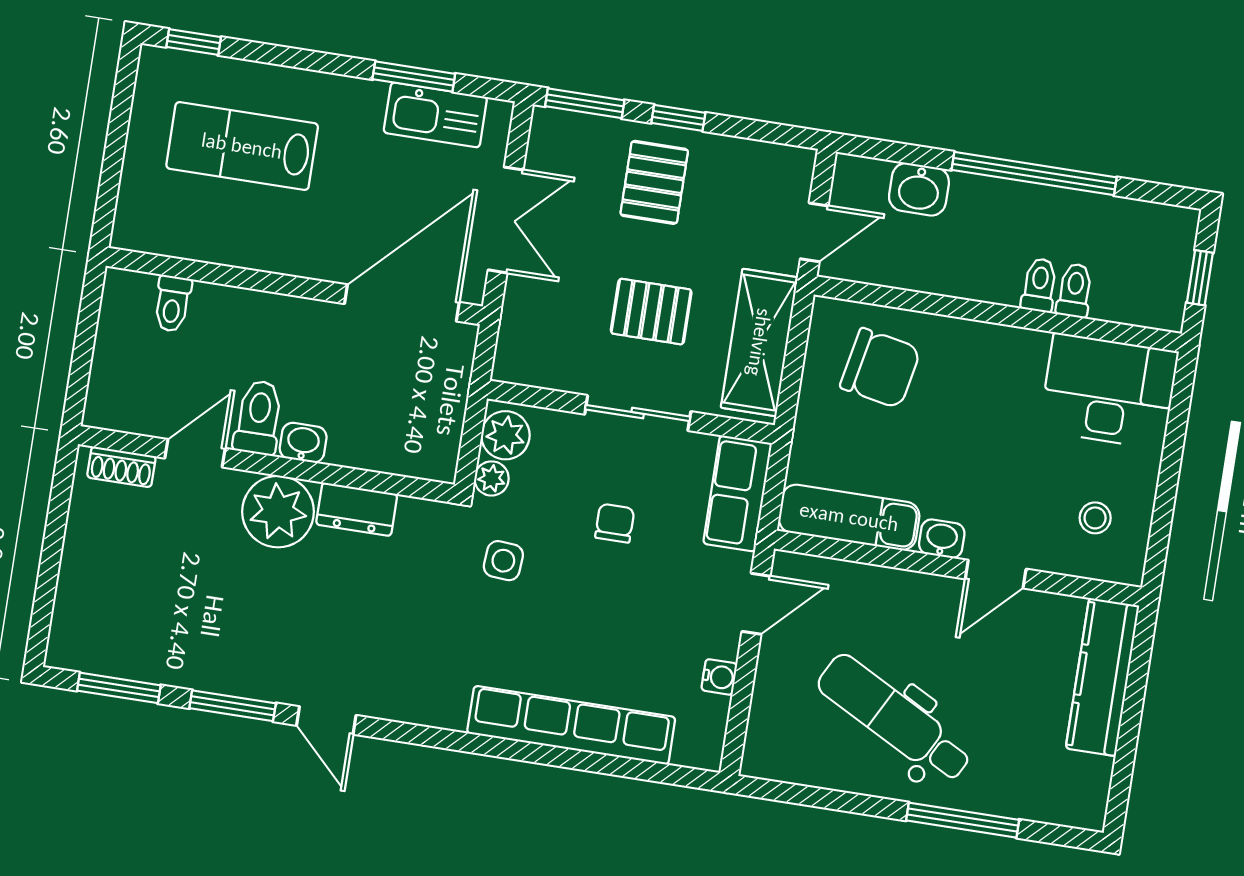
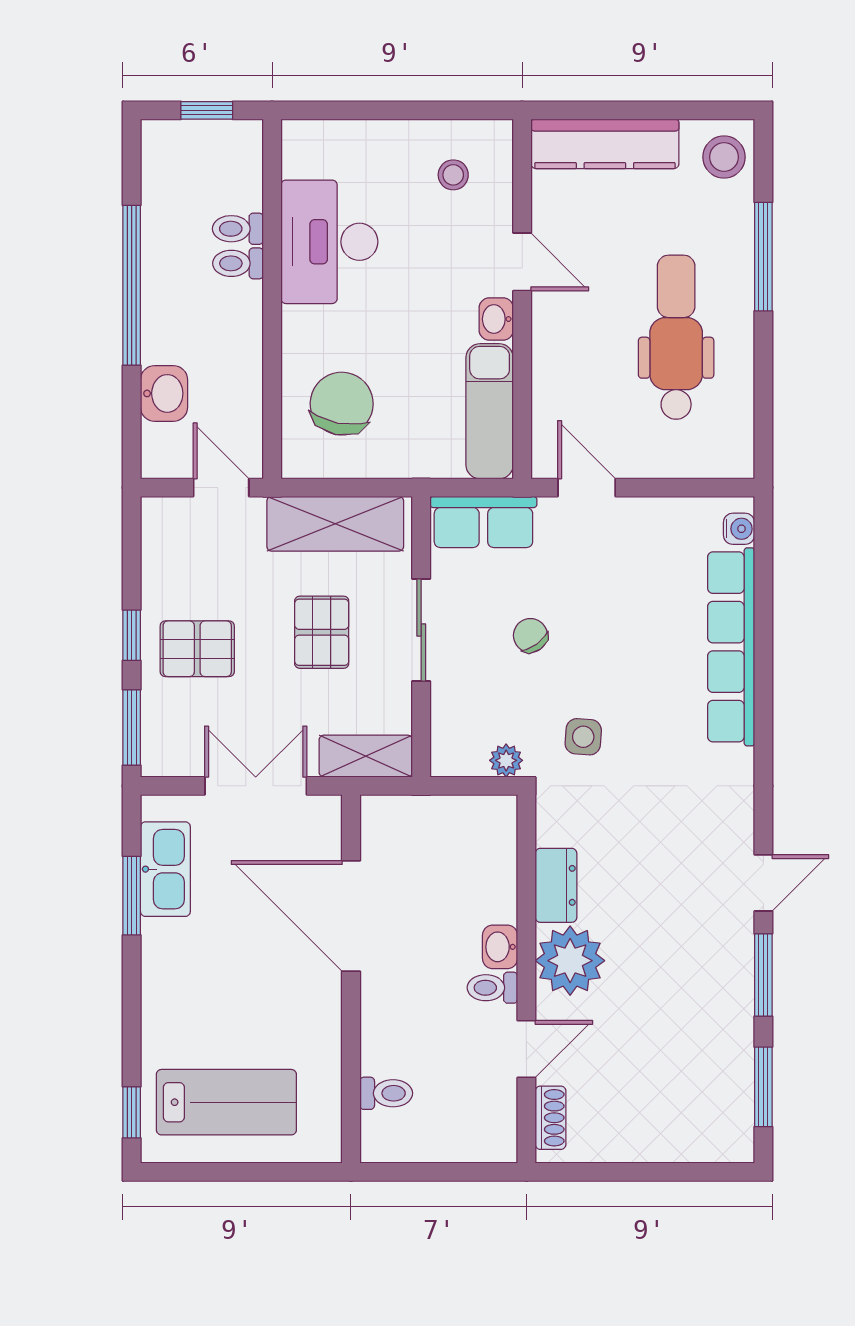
lab bench: (242, 146) -> (226, 1102), moved, turned -90
door: (402, 303) -> (351, 916), moved
shelving: (518, 337) -> (366, 756), added
desk: (1109, 391) -> (329, 242), moved
toilet: (258, 418) -> (492, 988), width x0.73, depth x0.72
plant: (505, 435) -> (462, 754), removed
door: (195, 453) -> (526, 1049), swing flipped
chair: (615, 523) -> (530, 635), turned 54
water cooler: (719, 677) -> (739, 529), moved, turned 90
dental chair: (895, 719) -> (676, 337), turned 152
stool: (1070, 796) -> (724, 157), added

